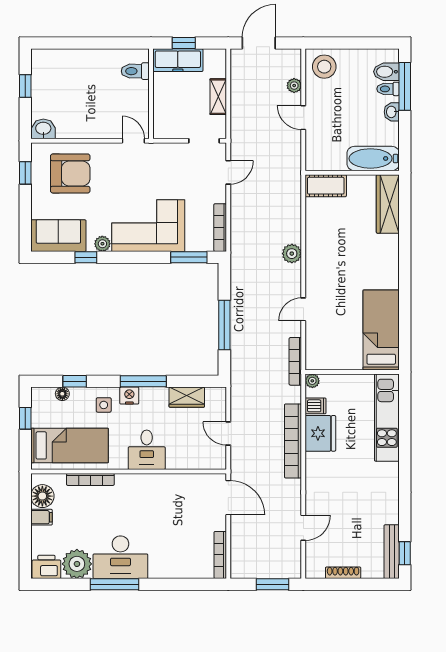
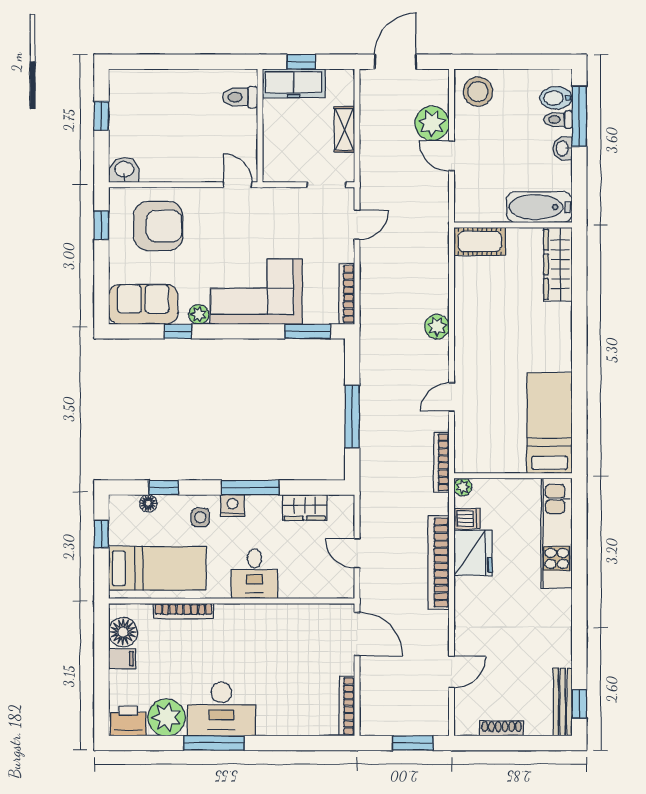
plant: (294, 86) -> (432, 123), width x1.87, depth x1.87

